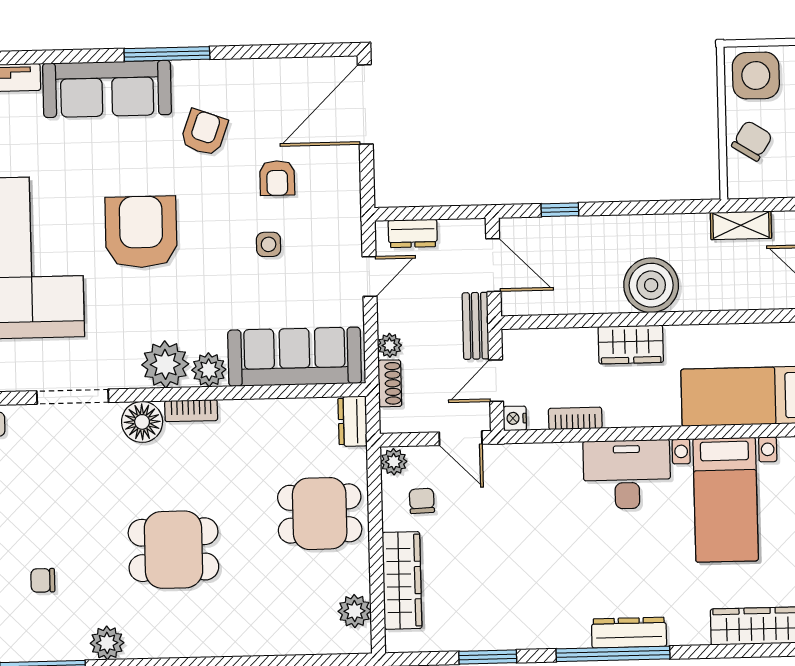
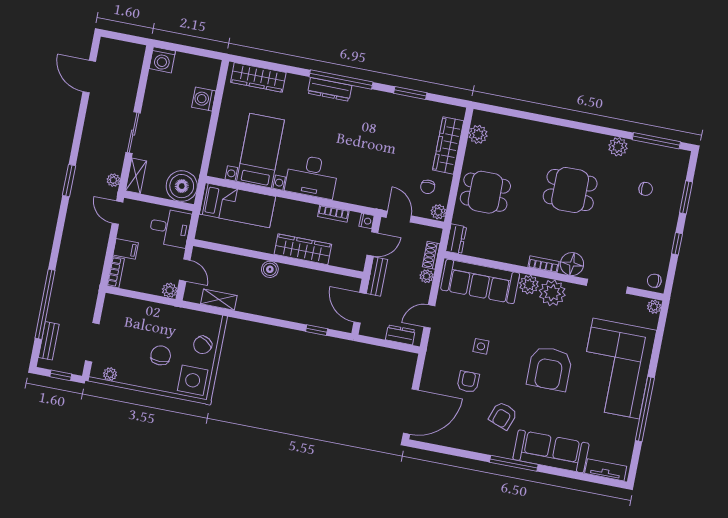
boiler: (651, 285) -> (270, 269), width x0.54, depth x0.54
wardrobe: (631, 344) -> (303, 249), width x1.50

